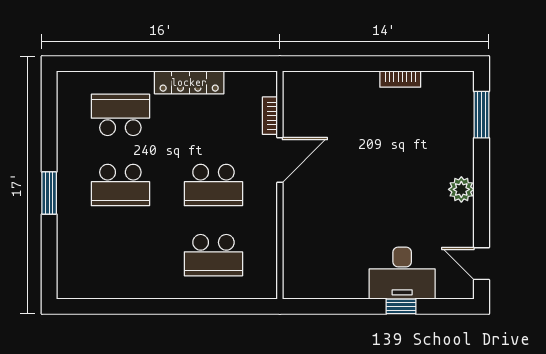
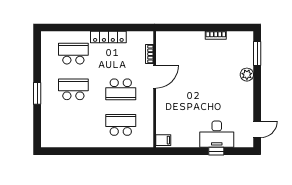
school desk: (120, 185) -> (73, 89), turned 180
plant: (461, 189) -> (247, 75), moved
school desk: (213, 255) -> (121, 125), turned 180
door: (481, 264) -> (257, 129), swing flipped
filing cabinet: (297, 285) -> (163, 140), added

